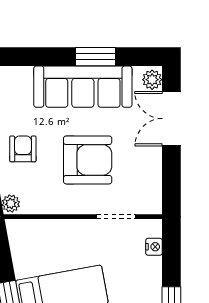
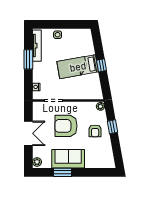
sofa: (83, 87) -> (68, 159), width x0.73
double door: (171, 119) -> (28, 133), moved

